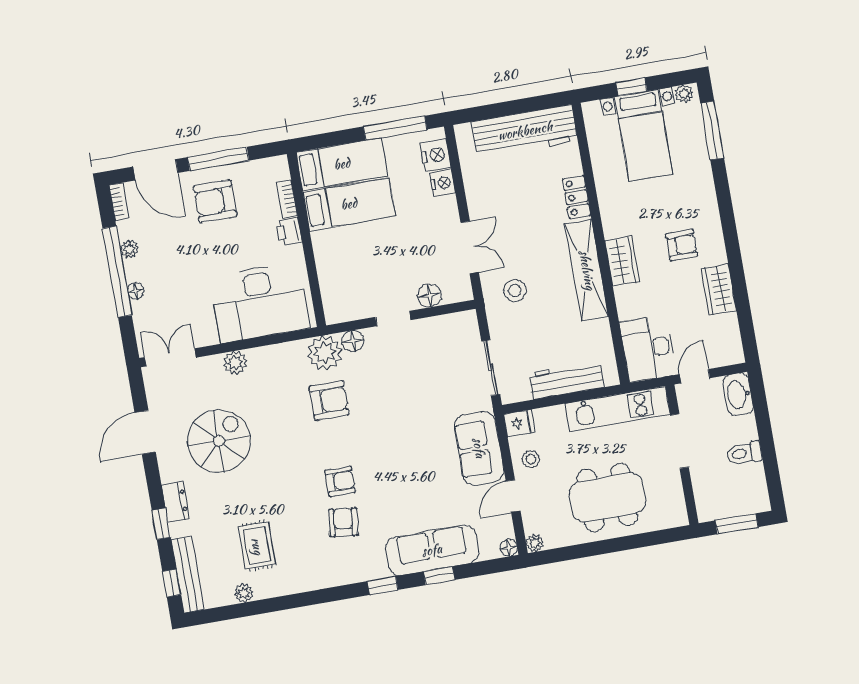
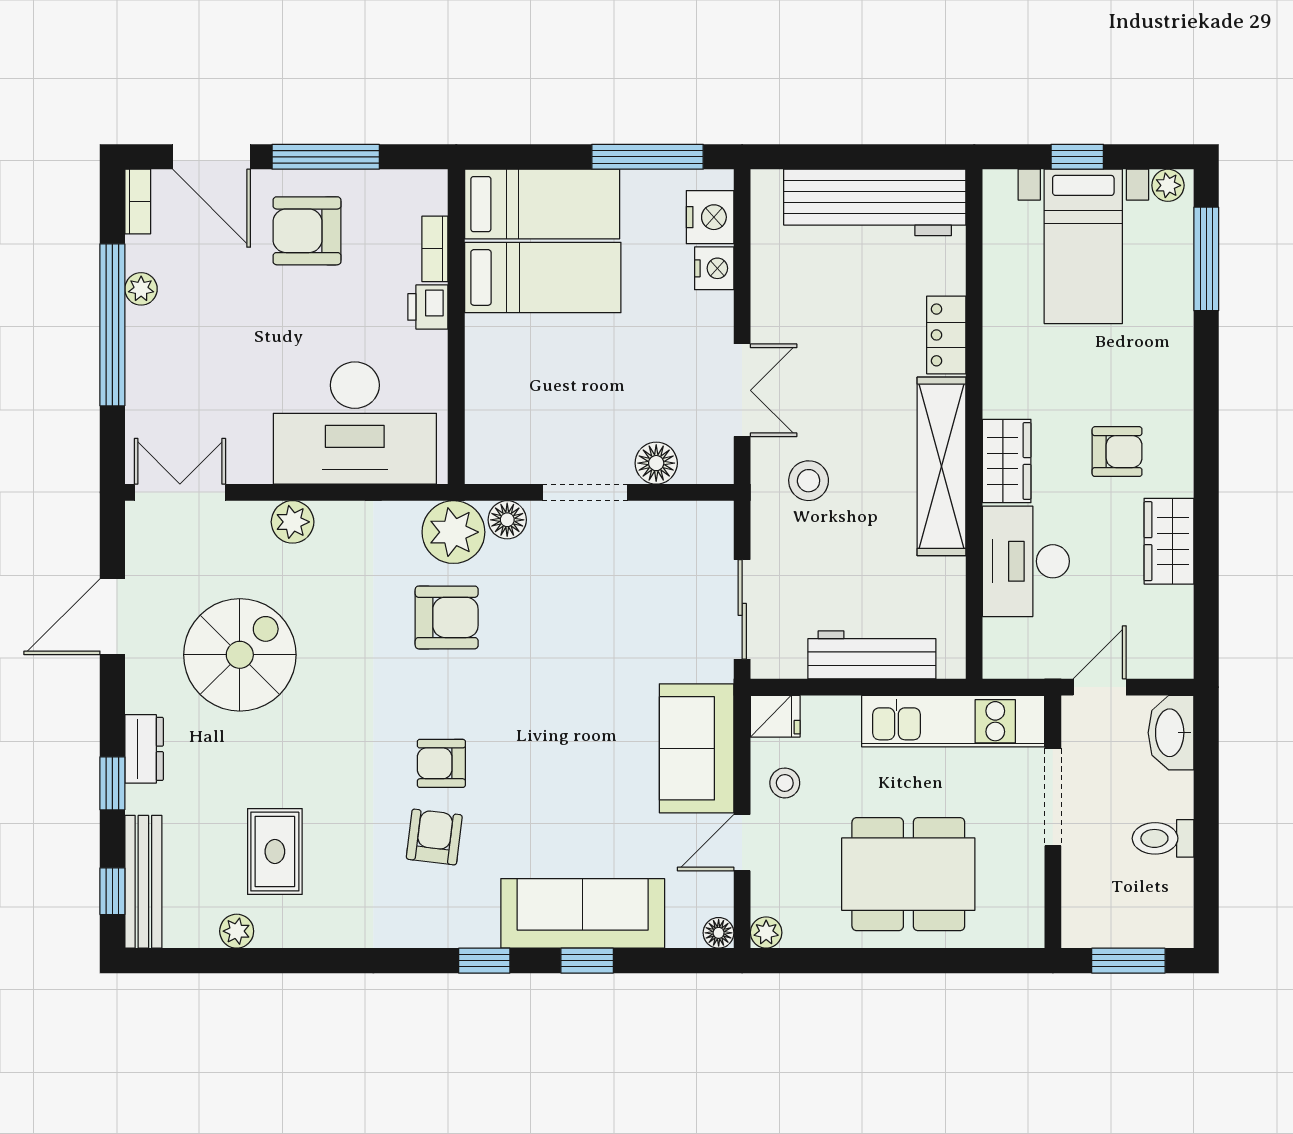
floor lamp: (136, 291) -> (140, 365), removed
doorway: (393, 318) -> (585, 492), width x1.38
desk: (648, 348) -> (1026, 561), moved
armchair: (340, 481) -> (441, 763), turned 180

